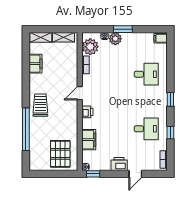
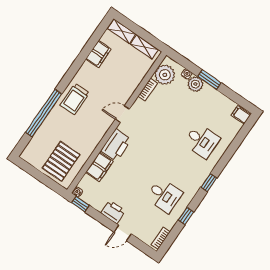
trolley: (40, 105) -> (75, 99), turned 180
printer: (87, 112) -> (116, 145), width x1.87, depth x1.48

